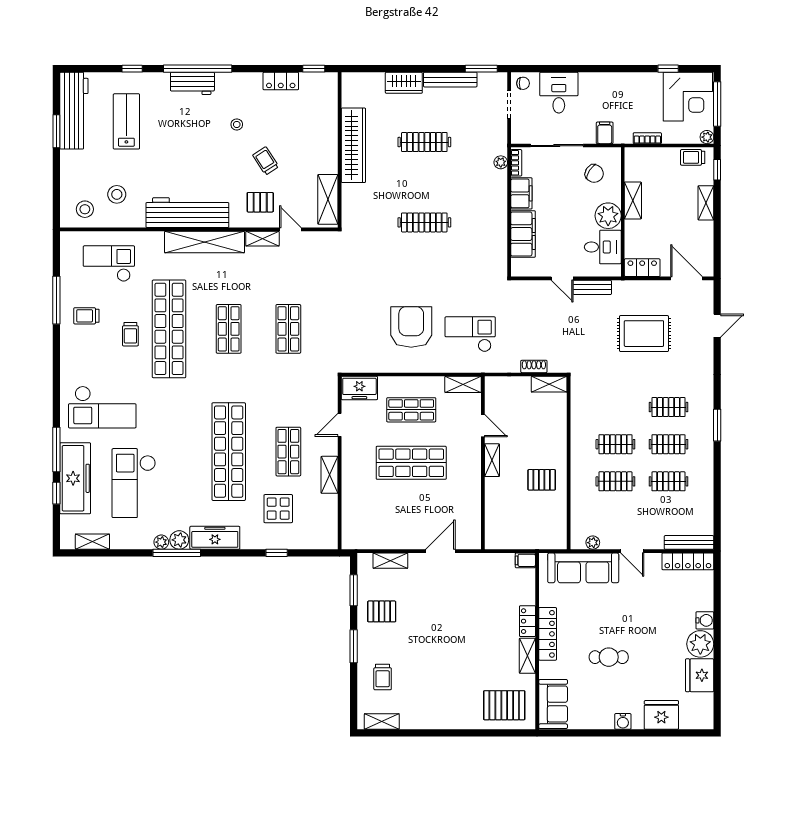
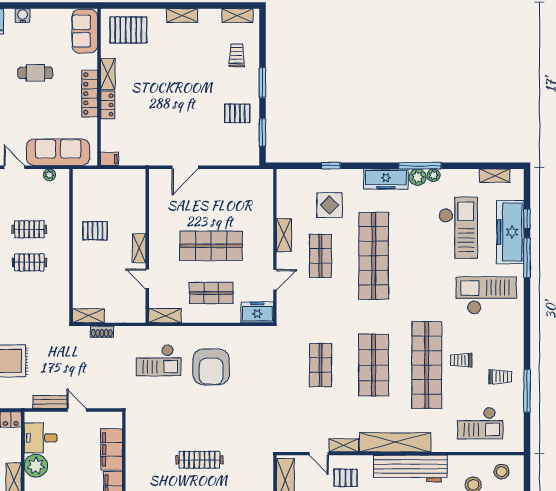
shop shelf: (229, 329) -> (374, 365), width x1.43, depth x1.36
trolley: (130, 334) -> (461, 360), turned -90
shelving: (390, 561) -> (182, 15), moved

